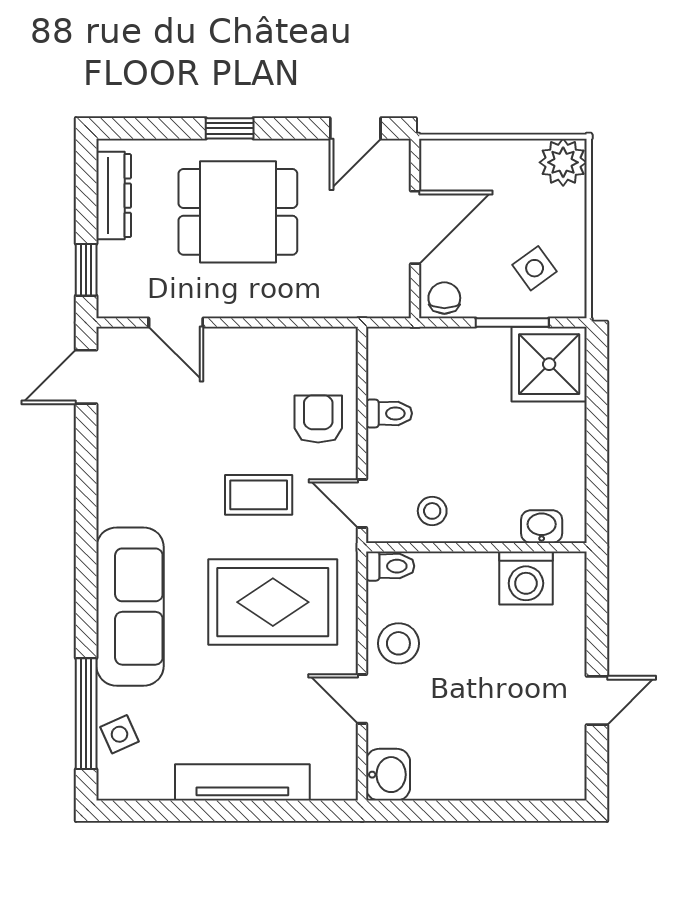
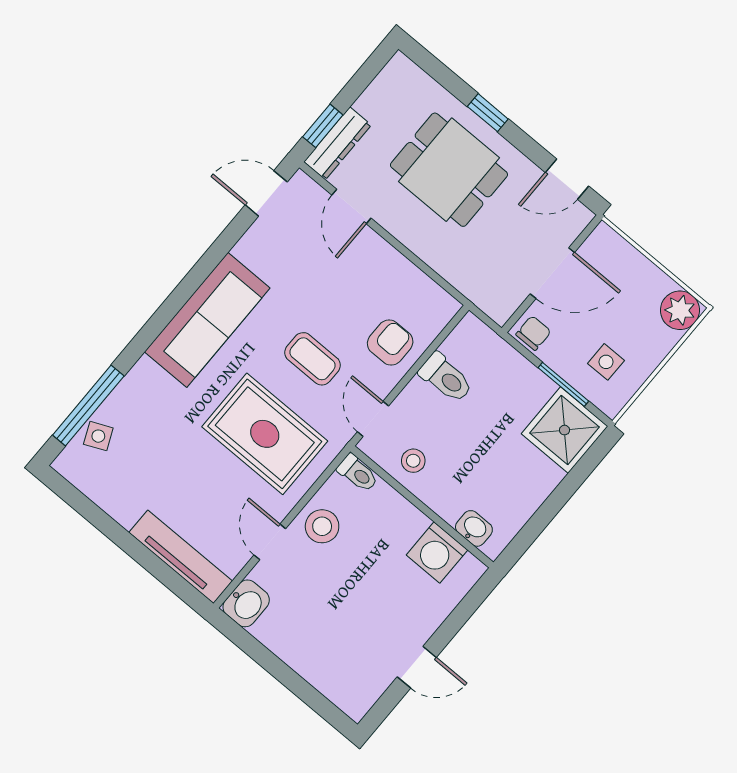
dresser: (114, 196) -> (338, 143), moved
side table: (535, 268) -> (606, 362), turned 36
toilet: (389, 413) -> (446, 378), width x1.37, depth x1.39
sofa: (130, 607) -> (207, 320), moved
tv unit: (242, 782) -> (181, 557), moved

